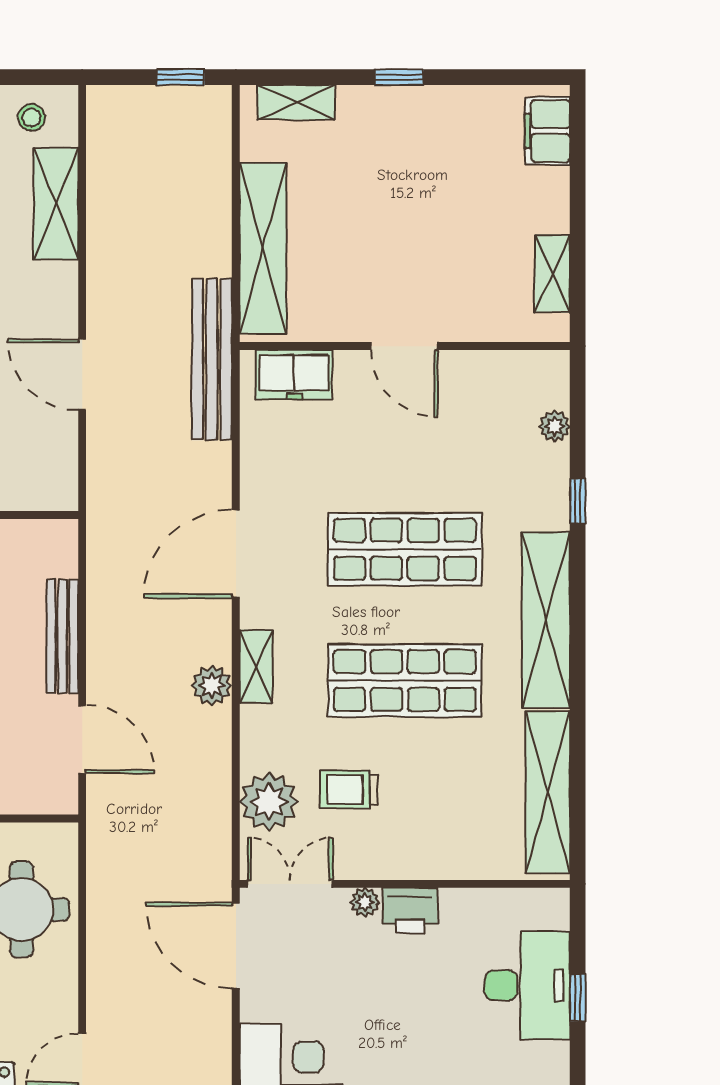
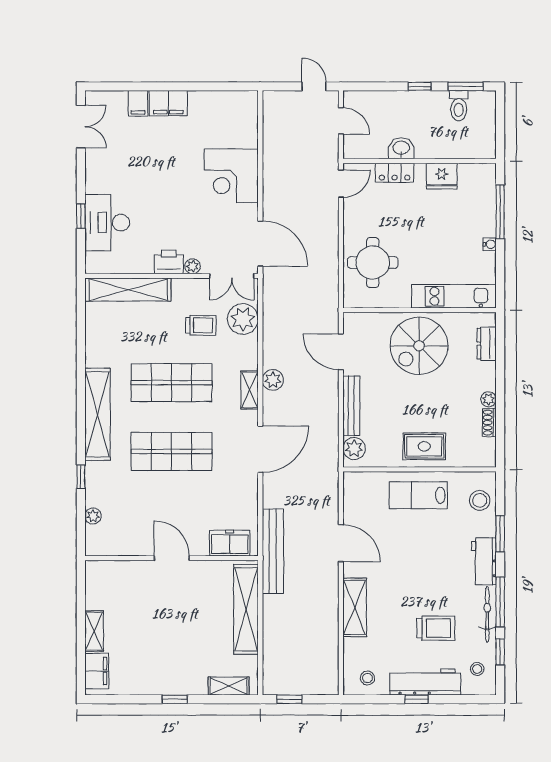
shelving: (56, 203) -> (355, 607), moved
shelving: (552, 274) -> (94, 631), moved
plant: (57, 555) -> (354, 448), added
shelving: (548, 792) -> (128, 290), moved, turned 90

